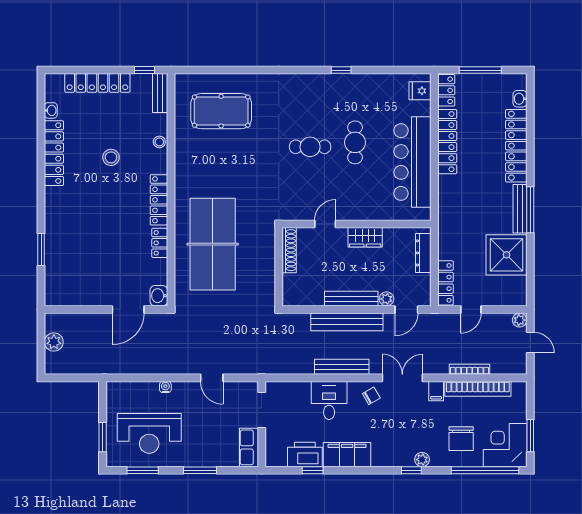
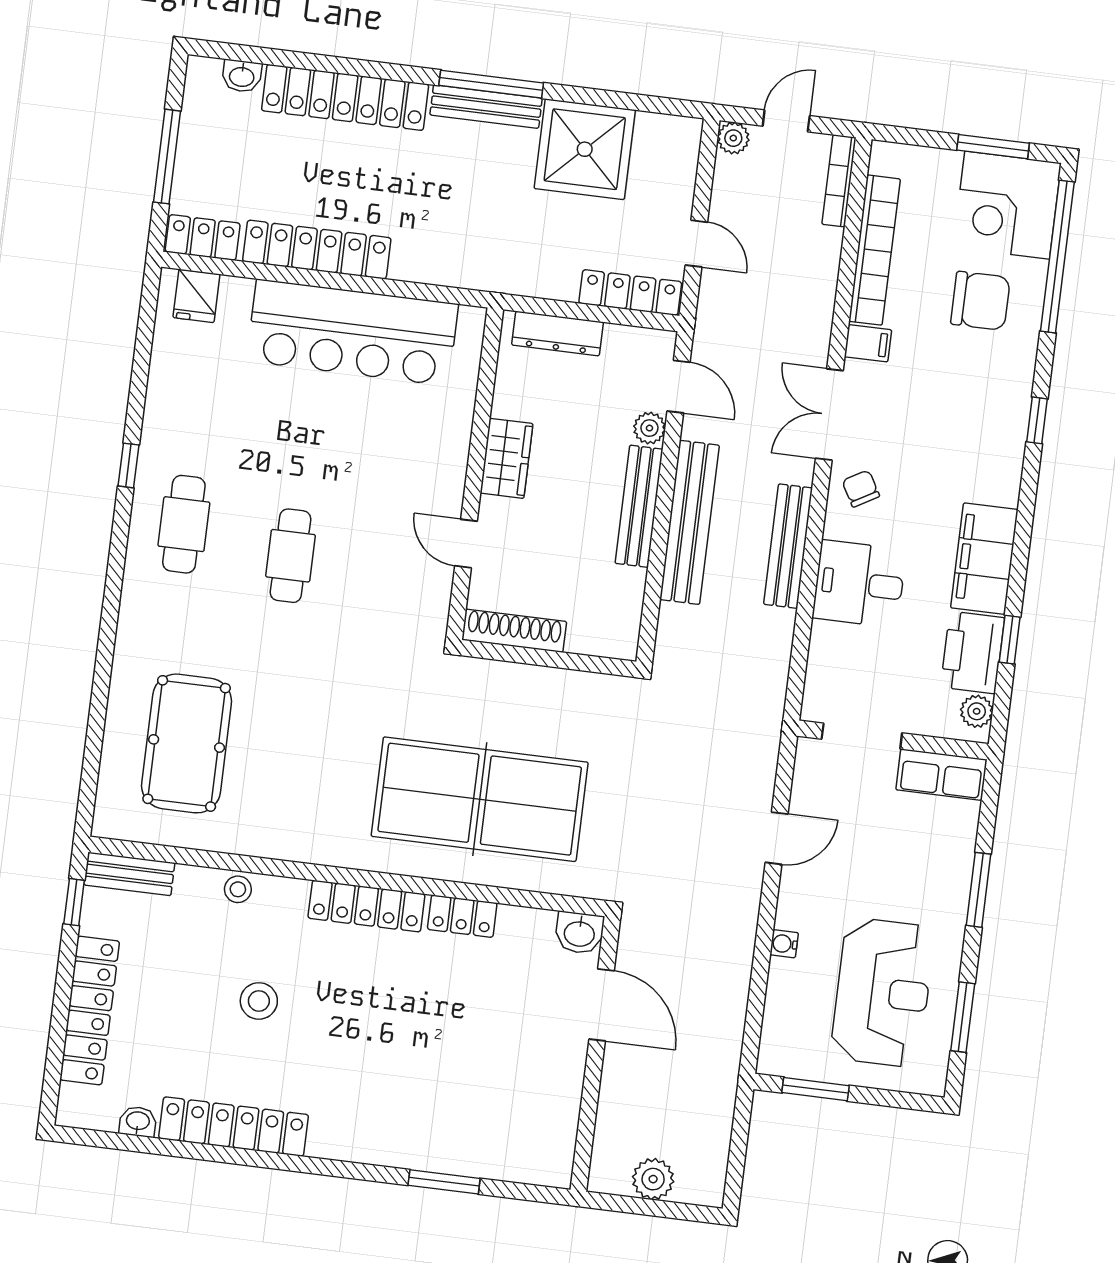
cafe table: (355, 142) -> (184, 524), moved, turned 90
bookcase: (469, 369) -> (839, 181), moved
window: (103, 437) -> (815, 1089), moved
plant: (422, 460) -> (977, 711), moved

